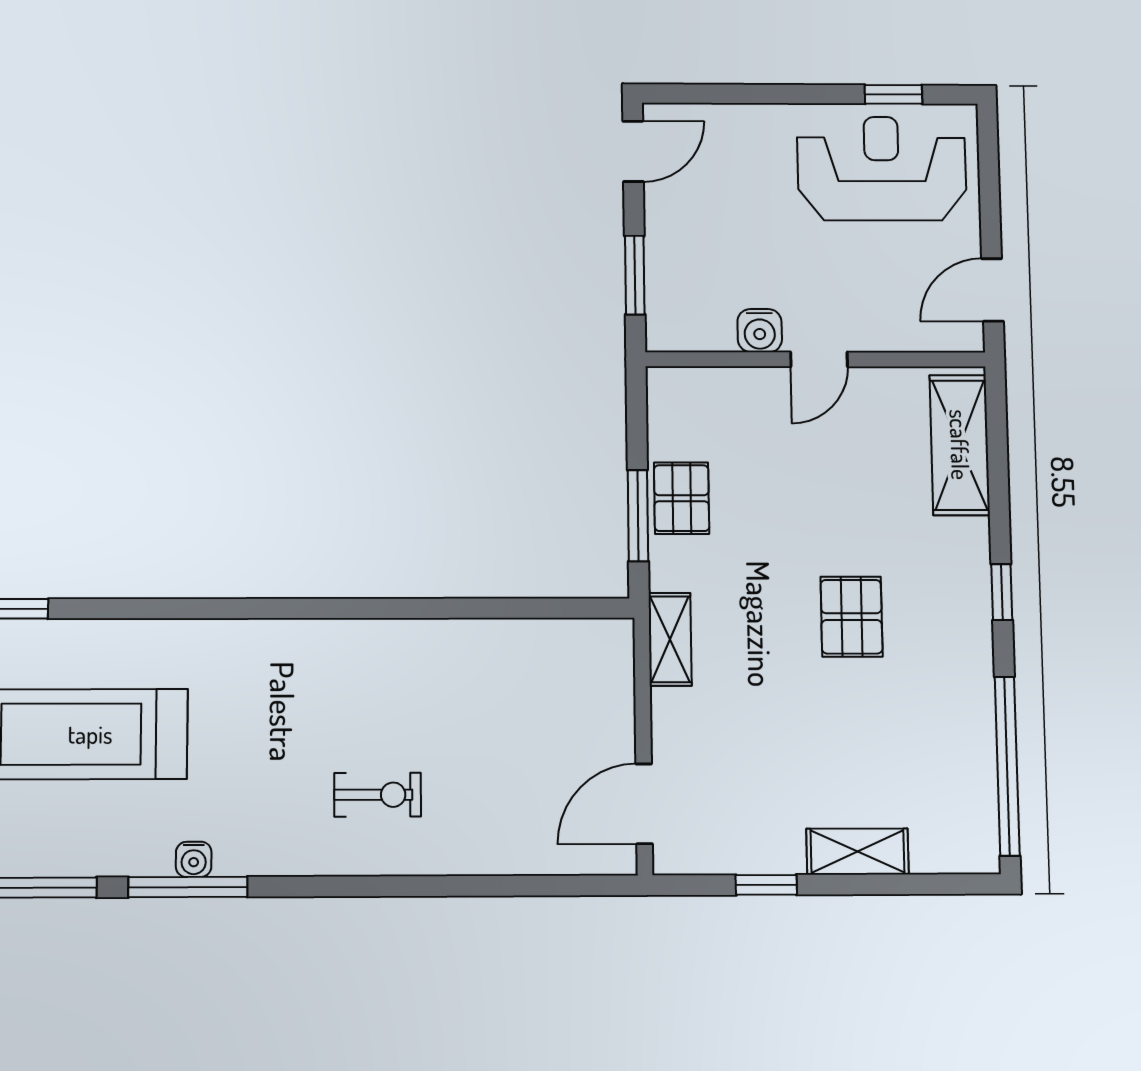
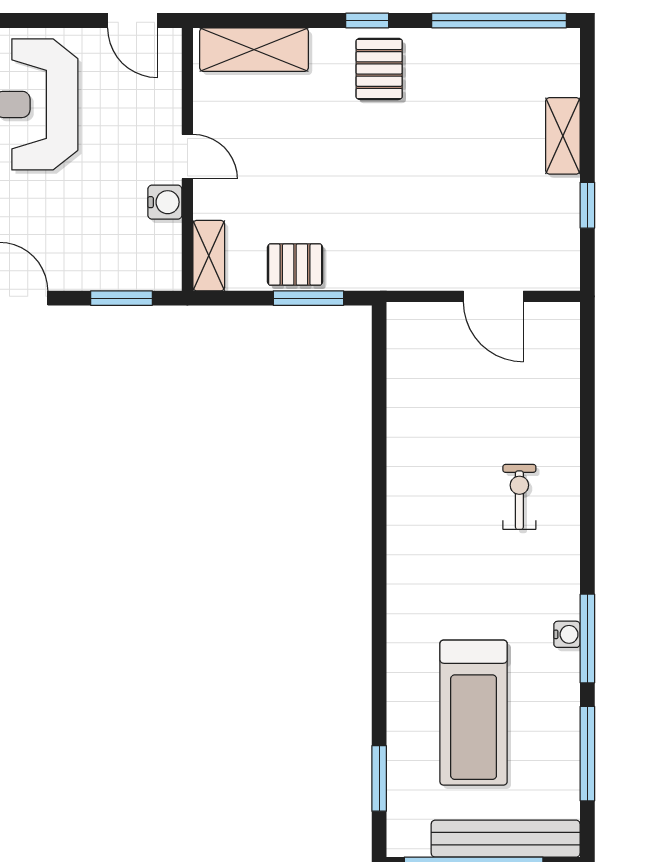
pallet: (852, 617) -> (379, 69), moved, turned 90
shelving: (670, 639) -> (209, 256), moved, turned 90
door: (644, 804) -> (493, 296), moved

